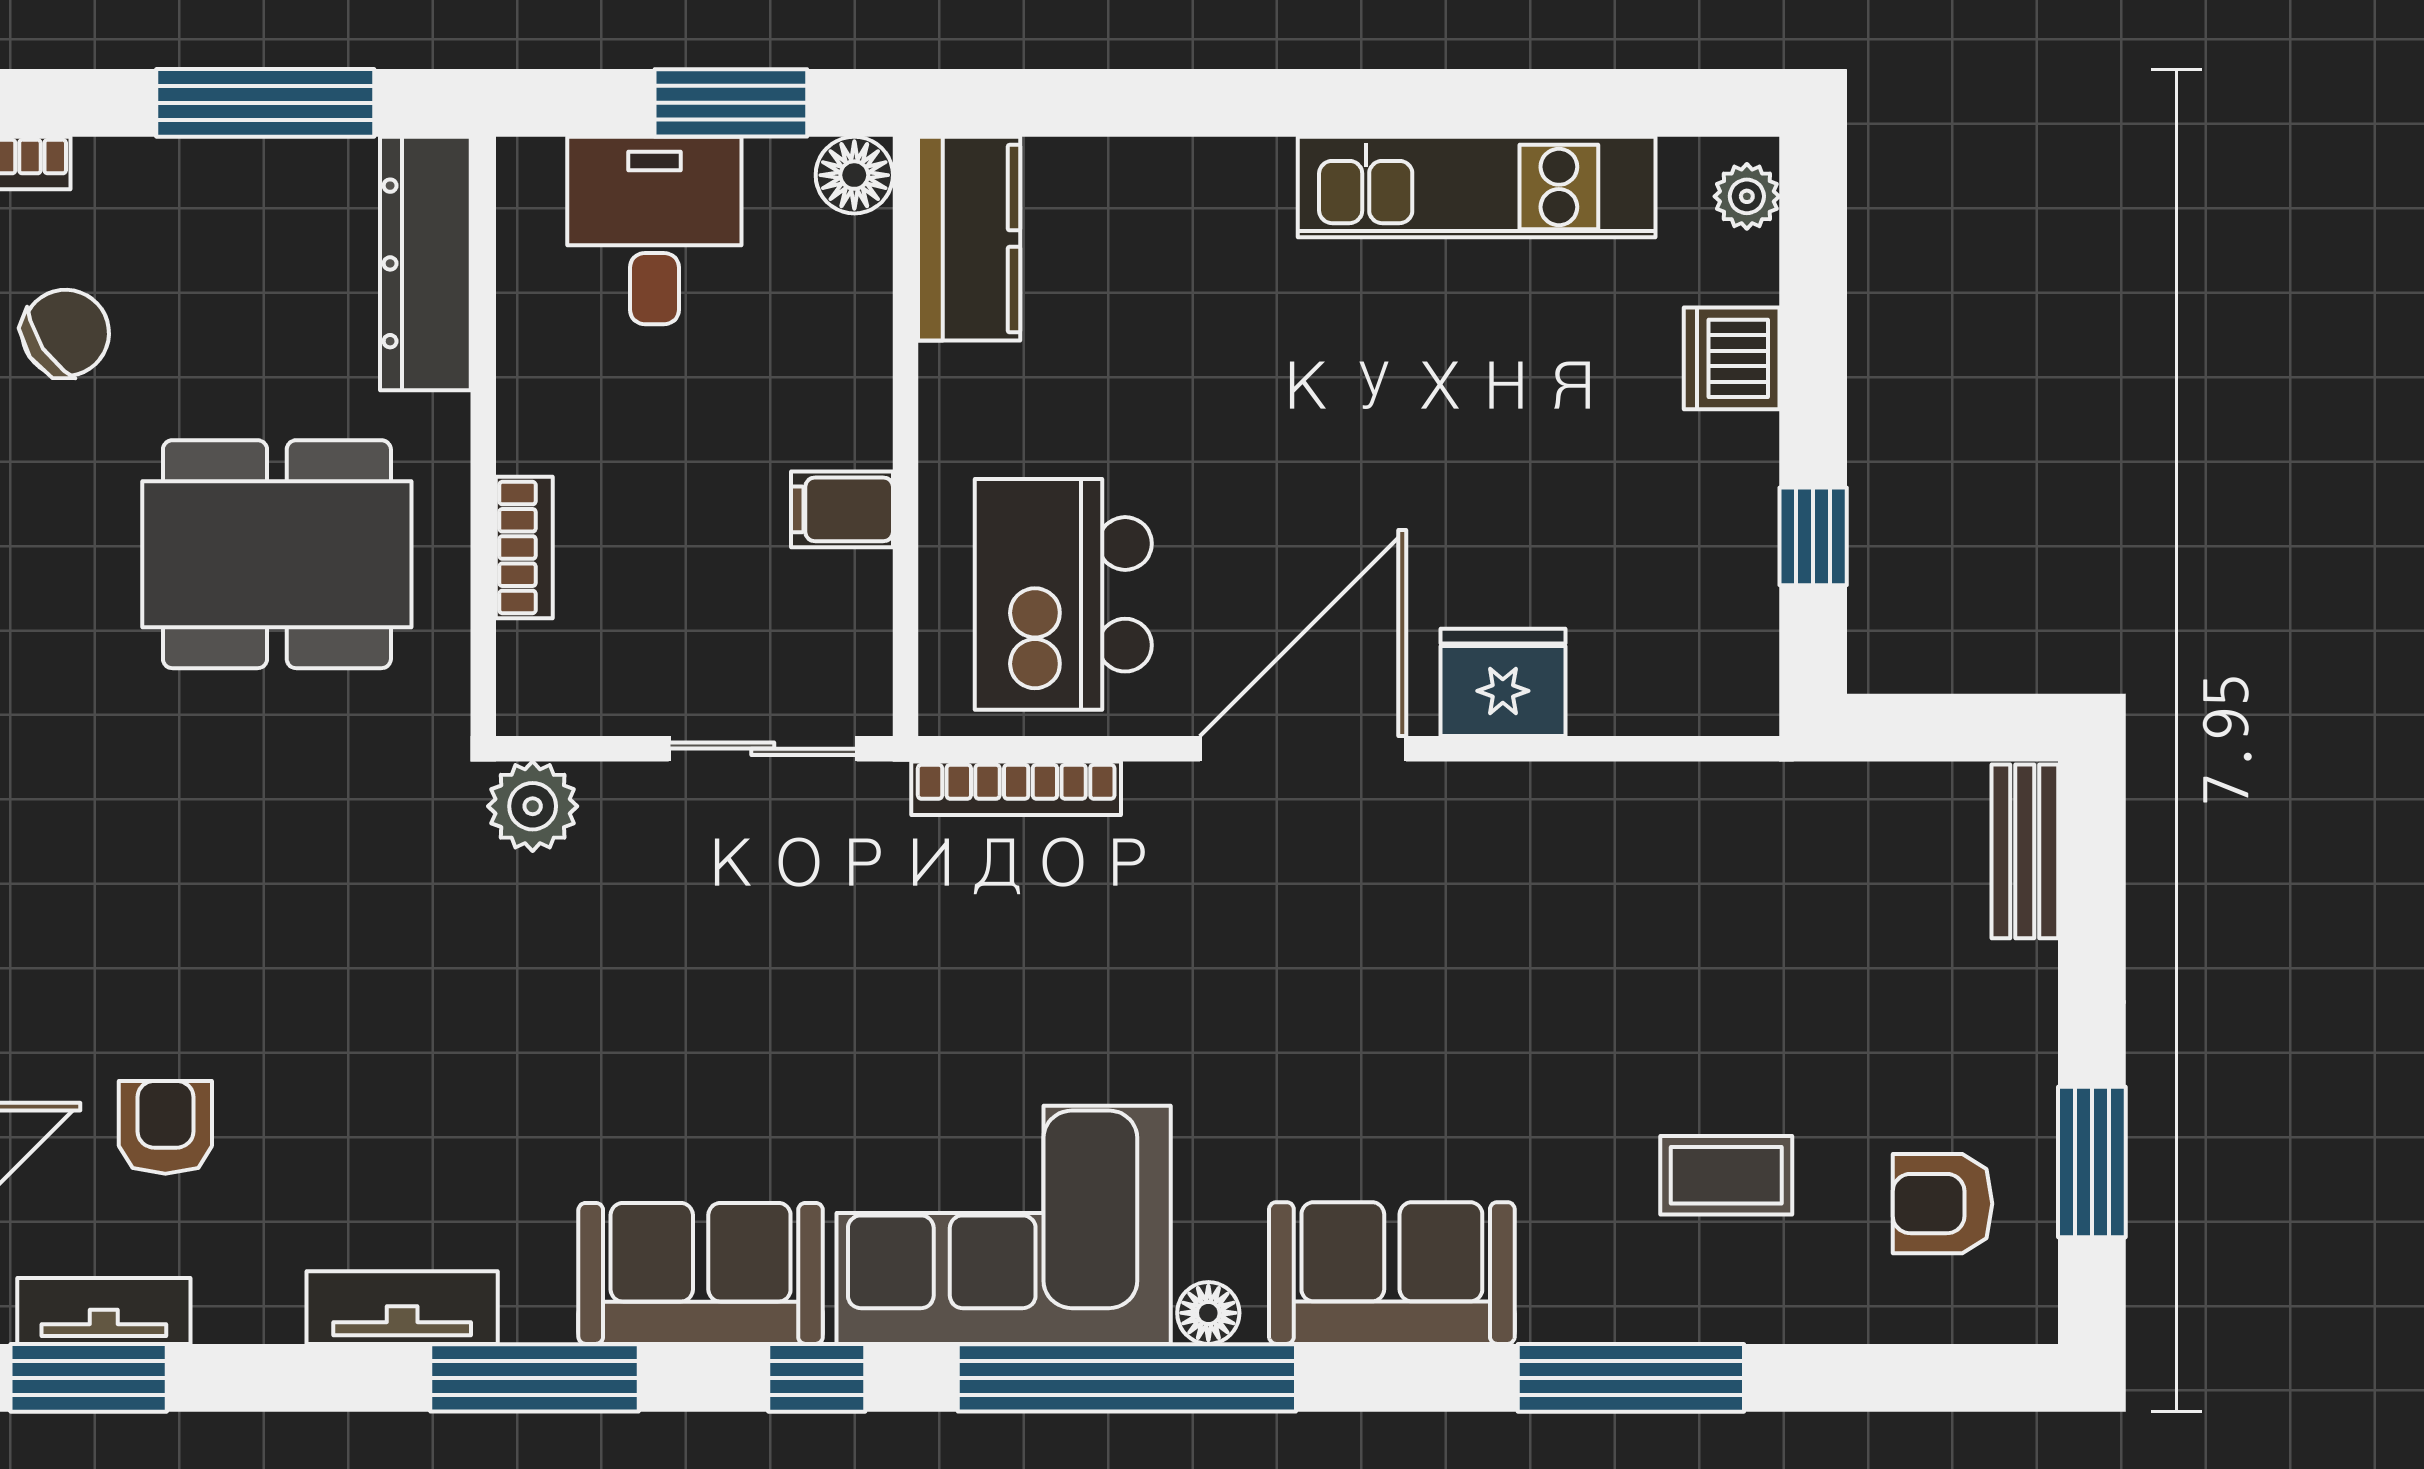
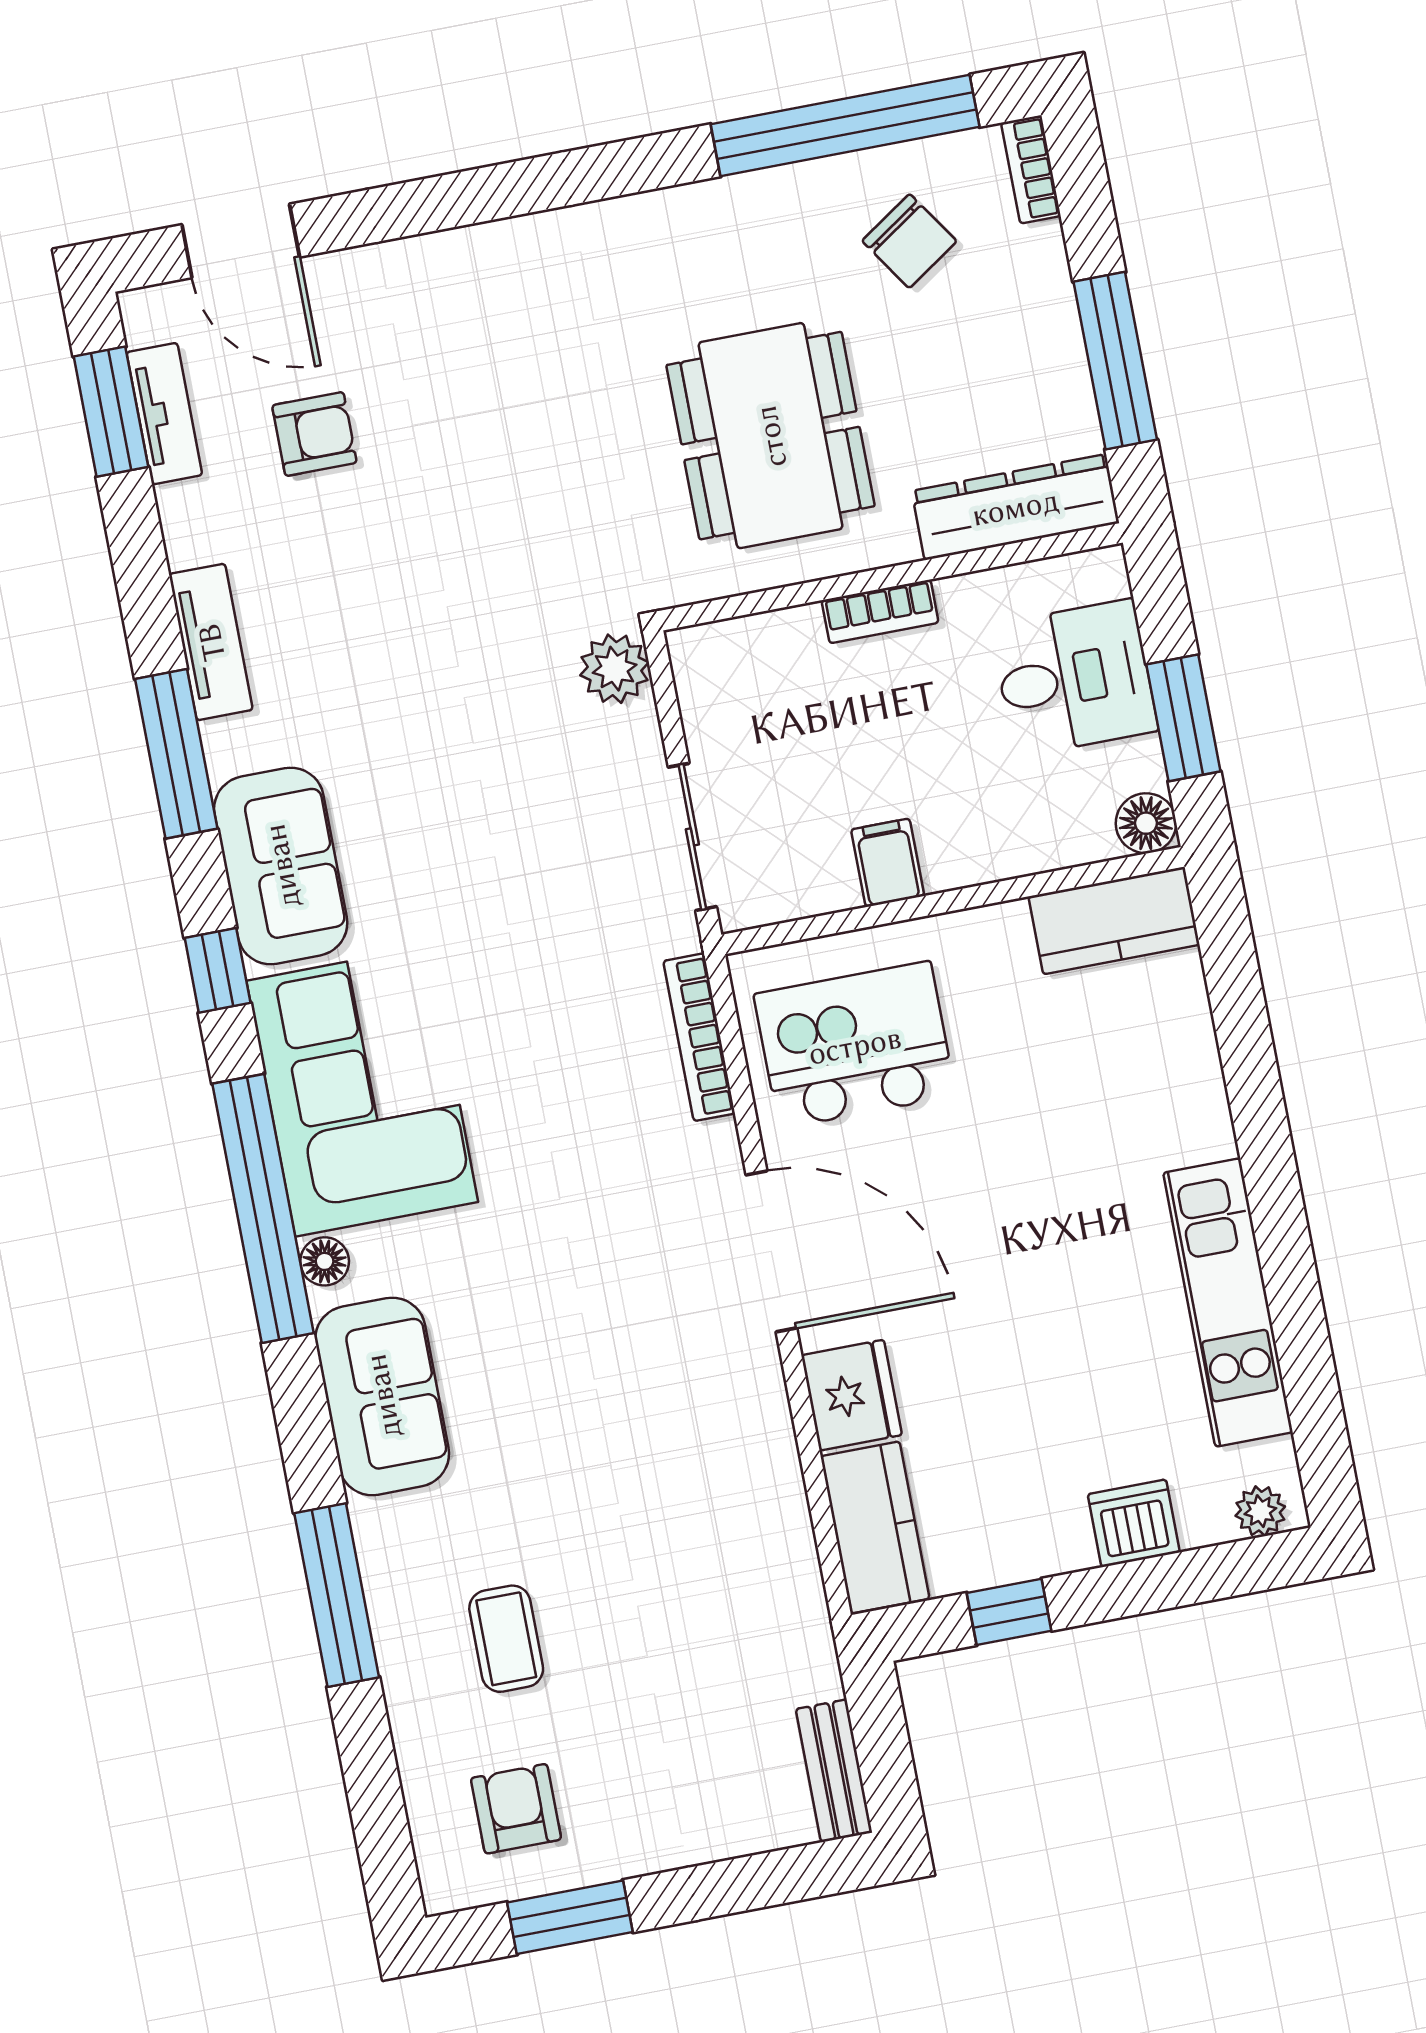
bookcase: (524, 548) -> (880, 611), moved
kitchen counter: (1675, 685) -> (875, 1527), added
bench: (2025, 851) -> (834, 1771), moved, turned 90

